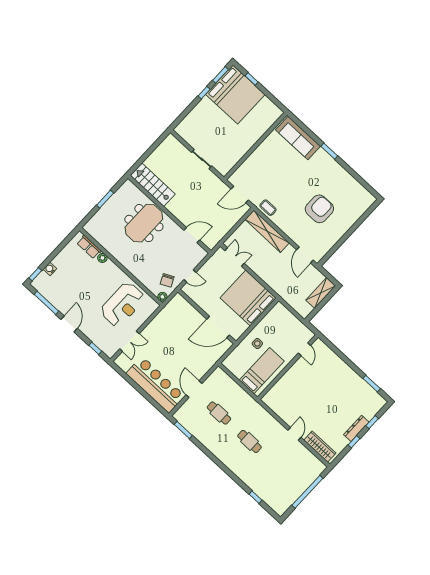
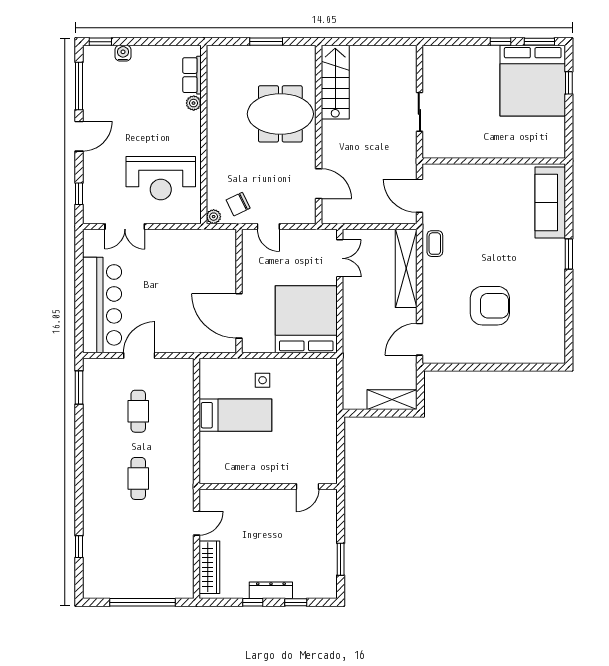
door: (304, 349) -> (308, 486), moved
wall: (288, 367) -> (268, 486), moved

